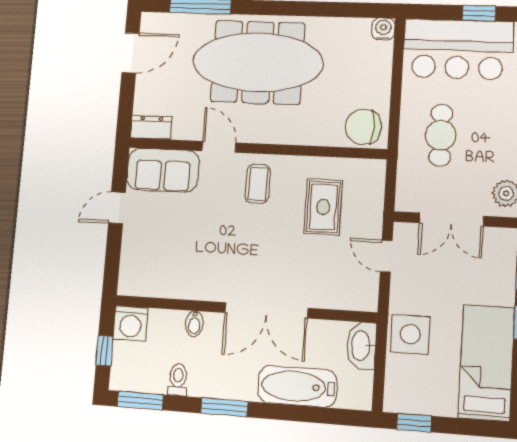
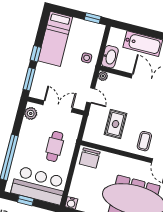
chair: (363, 127) -> (90, 158), turned 90
plant: (368, 302) -> (103, 76), added
side table: (410, 334) -> (87, 58), width x0.54, depth x0.54

